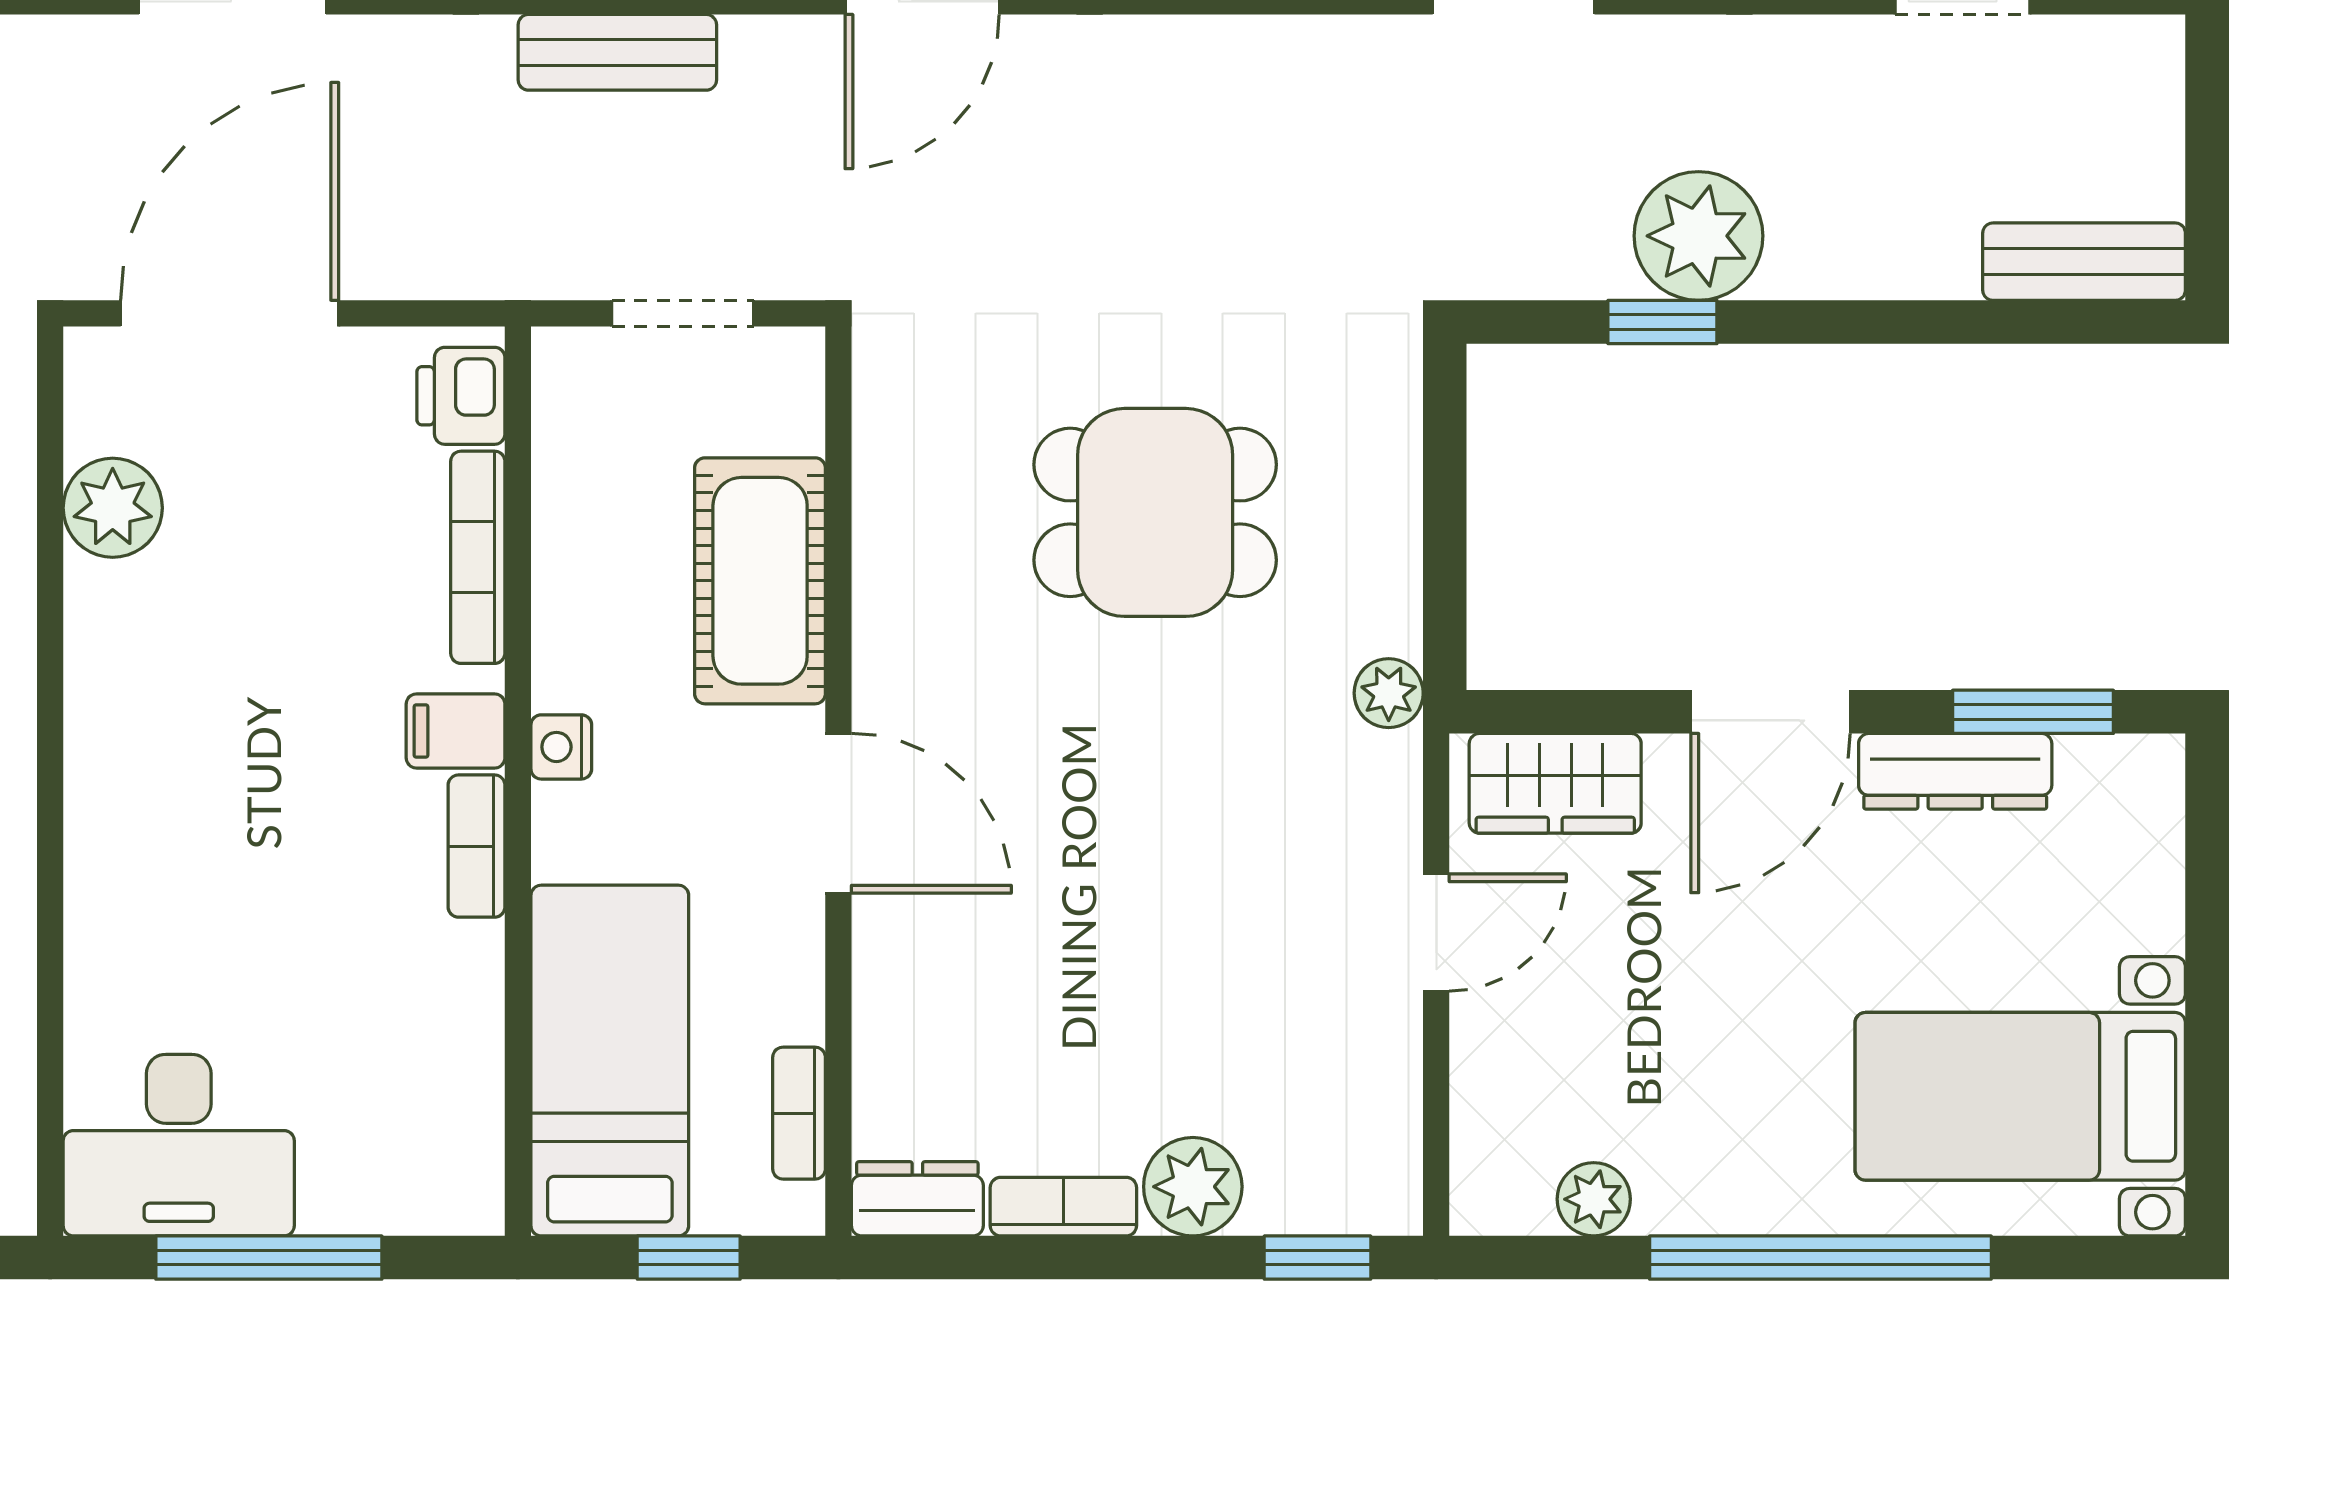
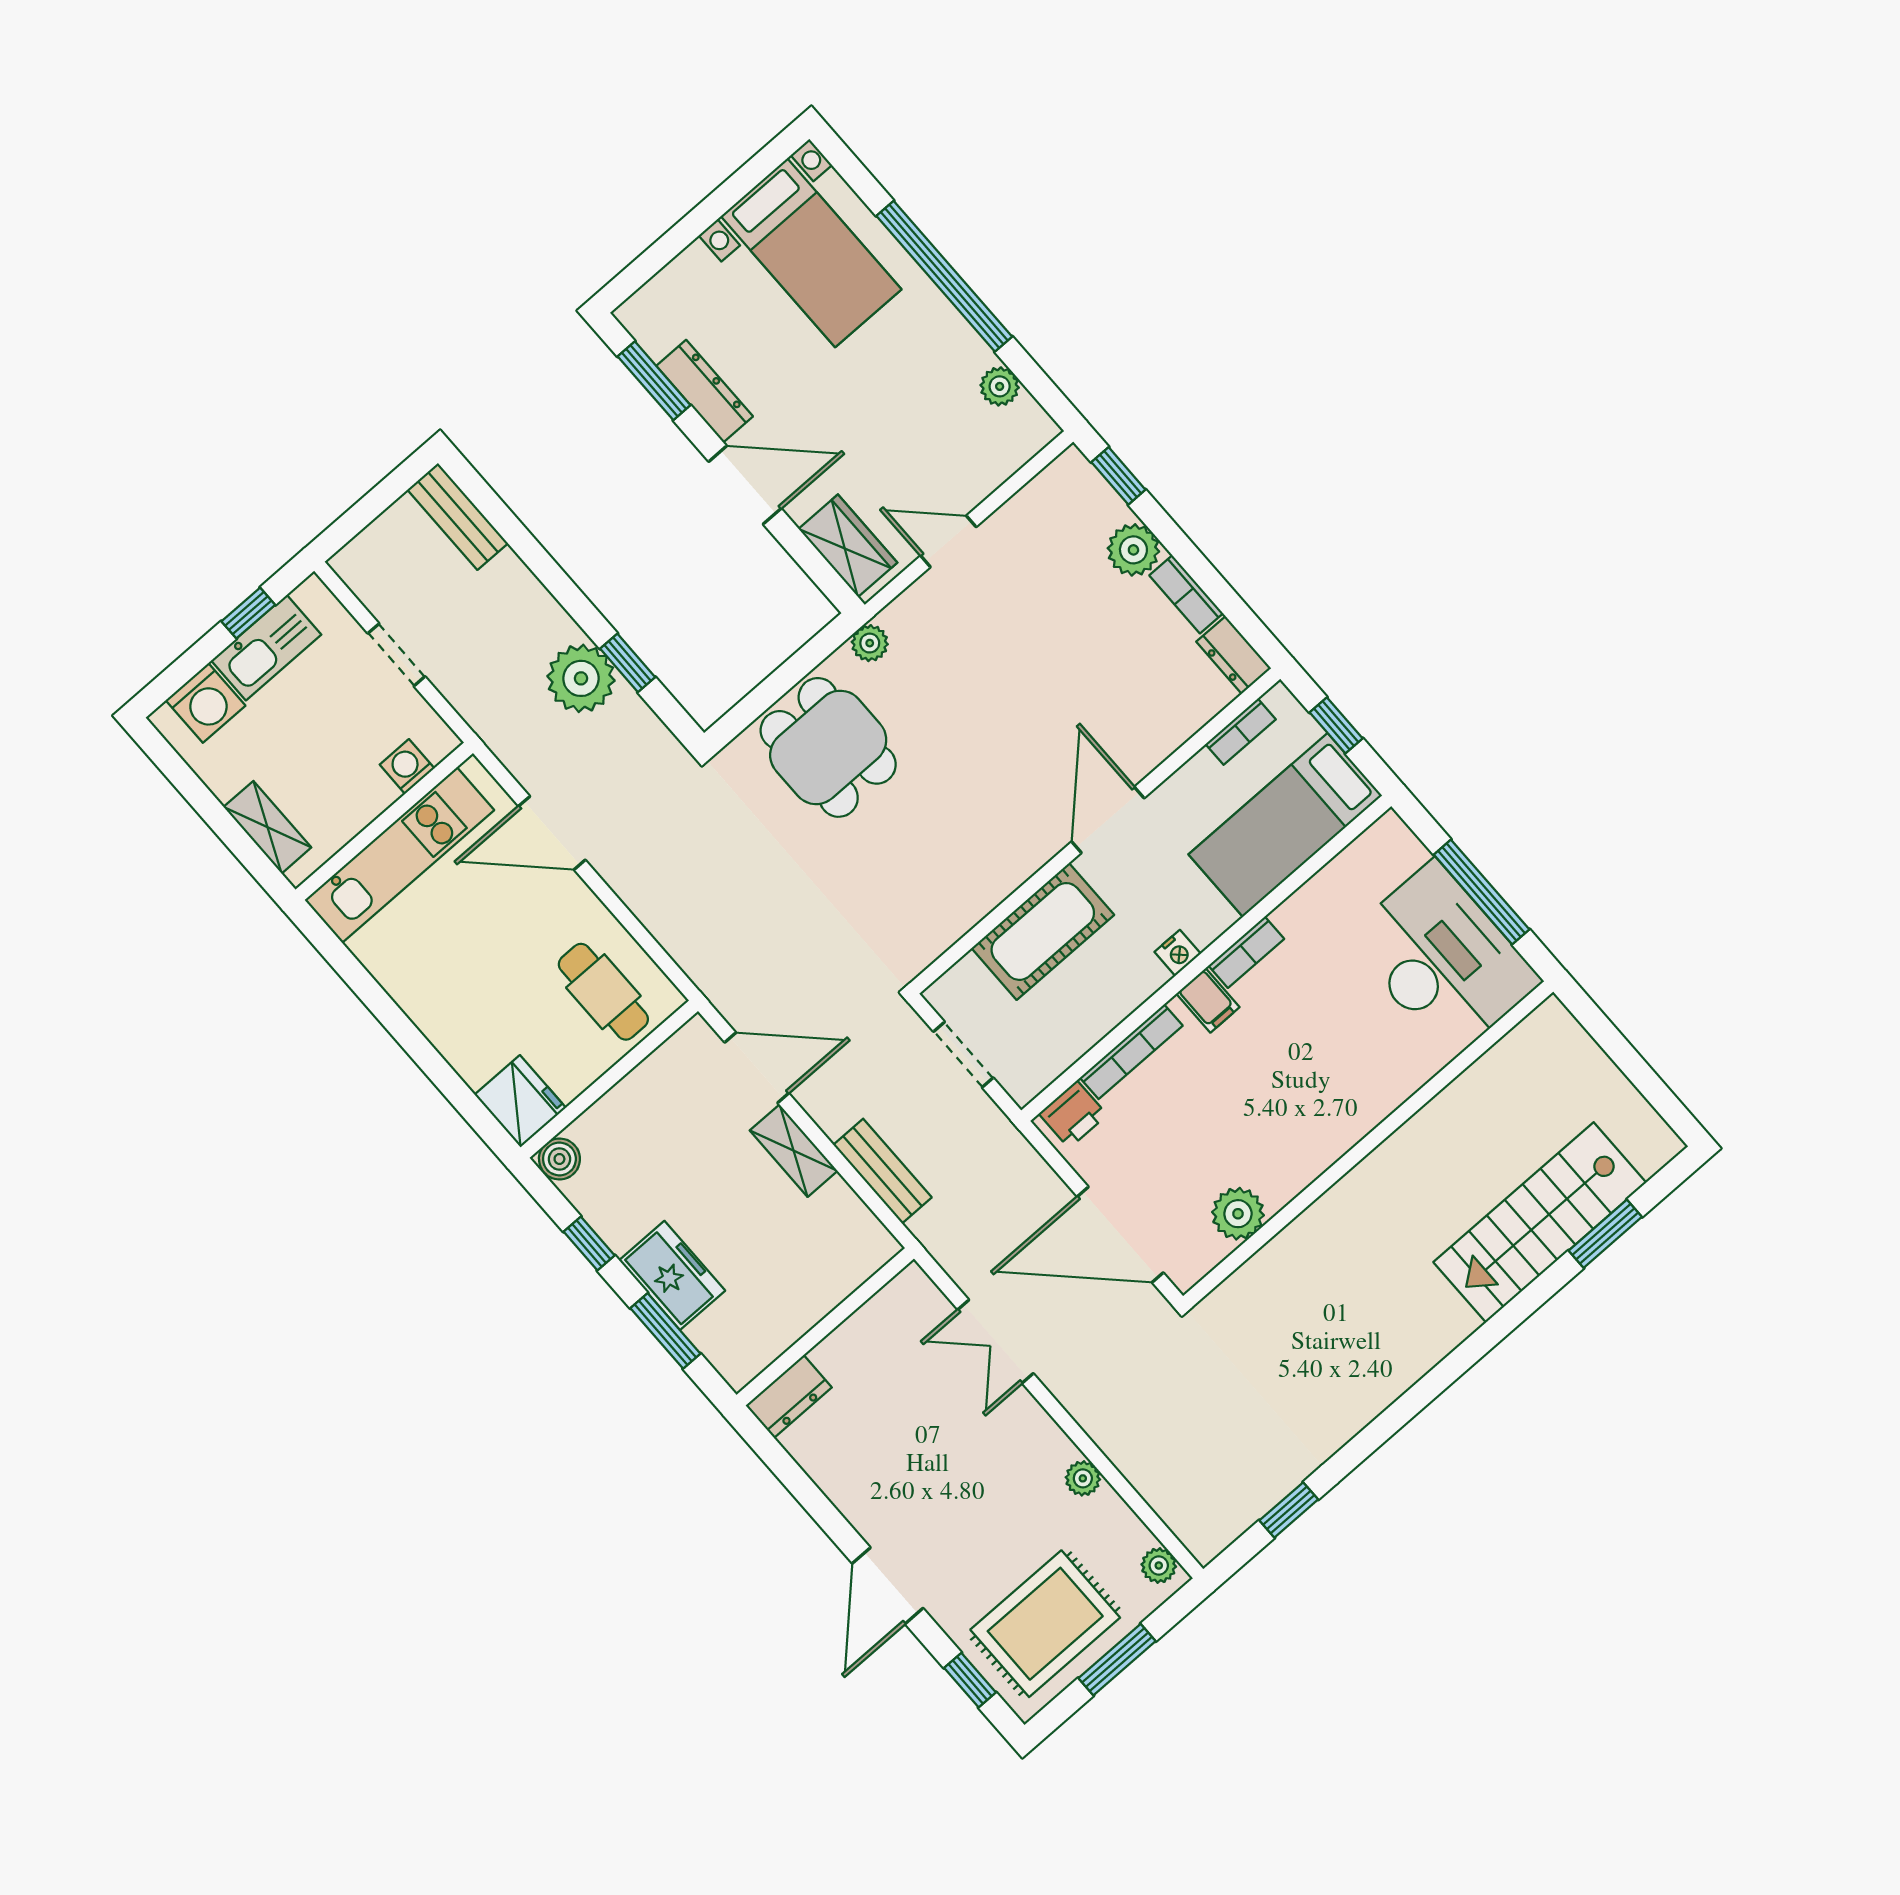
dining table: (1155, 512) -> (828, 747), moved
desk: (179, 1145) -> (1443, 960), width x1.36, depth x1.30

